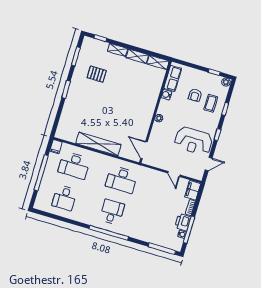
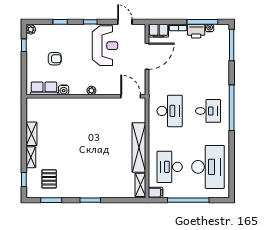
shelving: (158, 62) -> (140, 185), moved
pallet: (97, 74) -> (49, 179), moved
coffee table: (211, 103) -> (59, 39), removed
door: (144, 150) -> (131, 96), swing flipped
desk: (74, 165) -> (170, 167), turned 180
door: (174, 174) -> (147, 56), width x1.88
desk: (64, 198) -> (208, 167), width x1.87, depth x1.30
desk: (112, 212) -> (208, 111), turned 180

